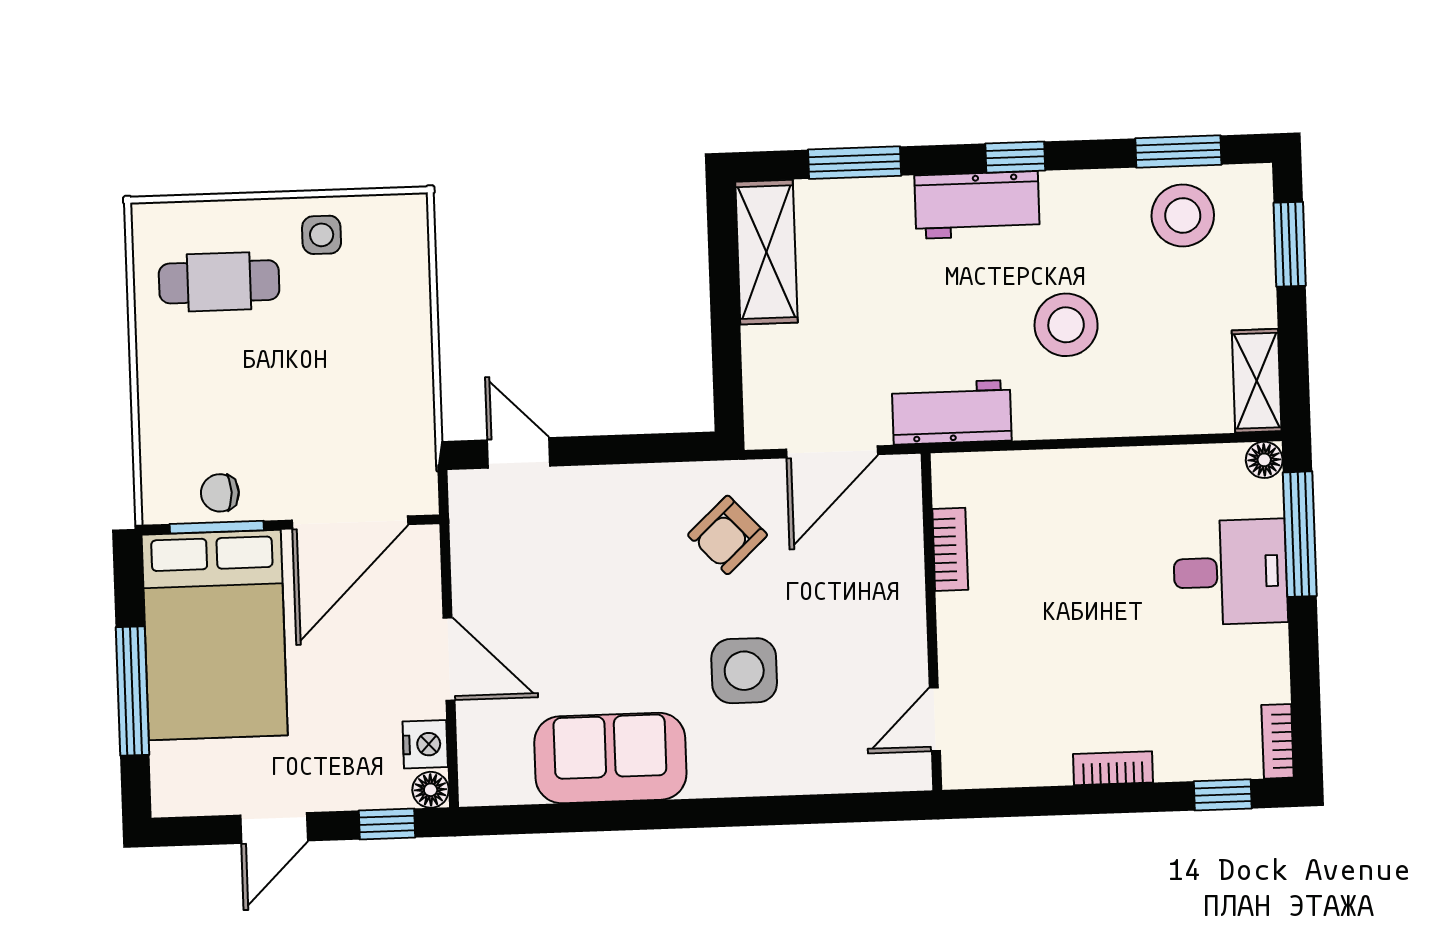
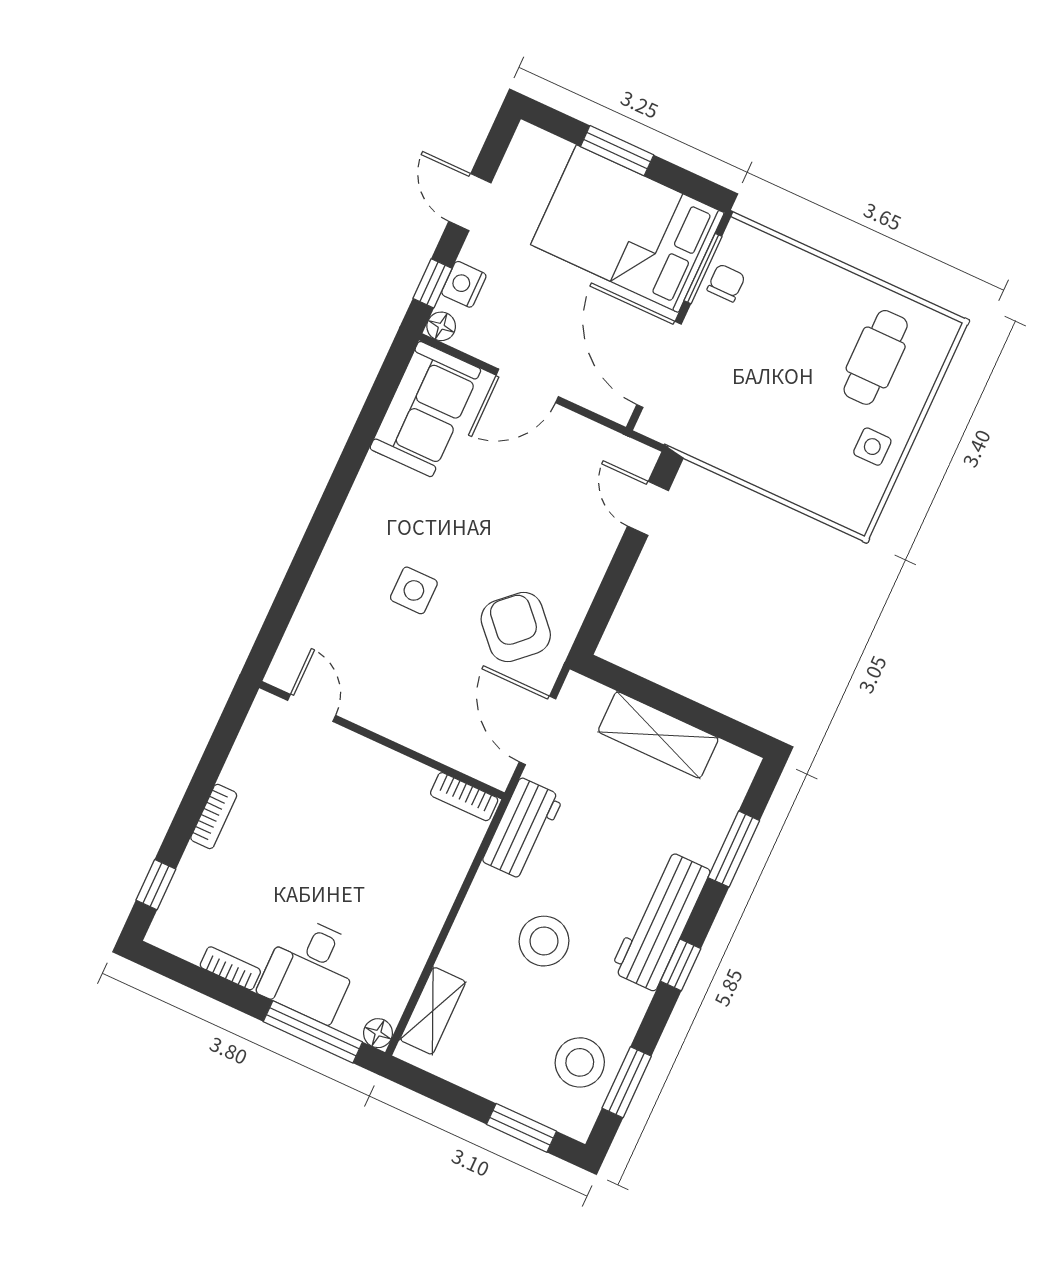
workbench: (977, 205) -> (660, 921), width x1.38
shelving: (766, 252) -> (658, 735), moved
shelving: (1257, 381) -> (433, 1011), moved, turned 90
door: (519, 453) -> (648, 508), swing flipped
armchair: (728, 535) -> (516, 627), width x1.38, depth x1.38
bookcase: (950, 549) -> (464, 797), moved
side table: (744, 671) -> (414, 590), width x0.73, depth x0.73
window: (132, 691) -> (617, 151), width x0.69
bookcase: (1278, 741) -> (230, 968), moved
nightstand: (425, 744) -> (464, 284), moved, turned 90
sofa: (610, 758) -> (425, 409), moved

